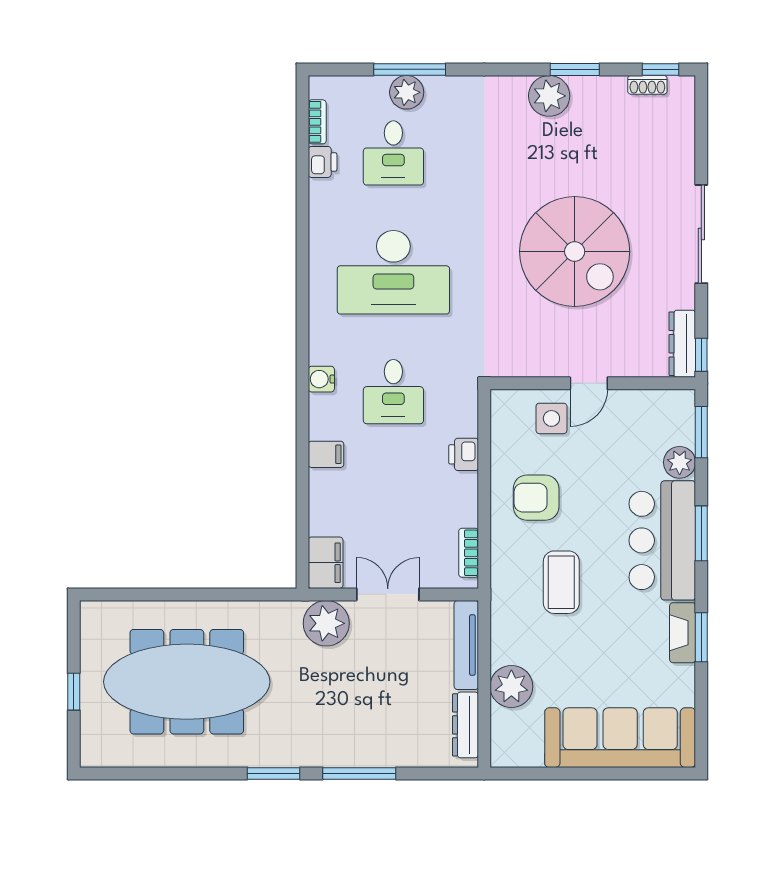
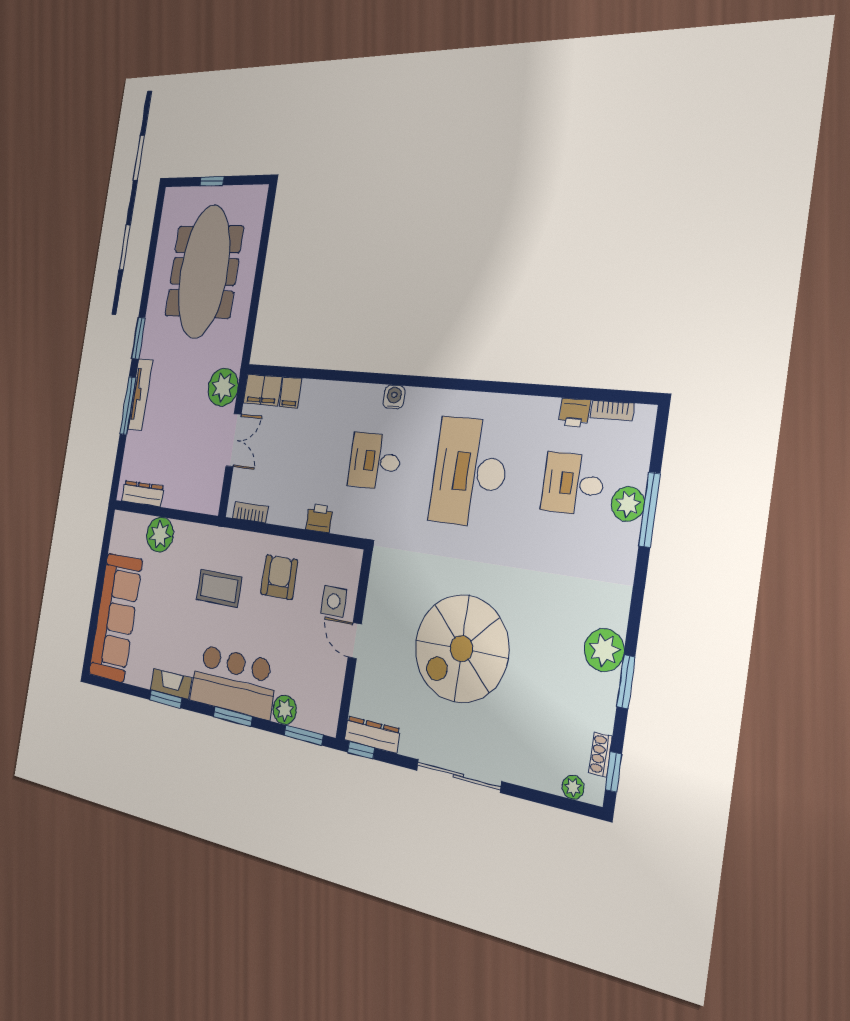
plant: (684, 108) -> (573, 787), added
filing cabinet: (326, 454) -> (291, 393), moved
tv unit: (466, 645) -> (140, 394), moved, turned 90

